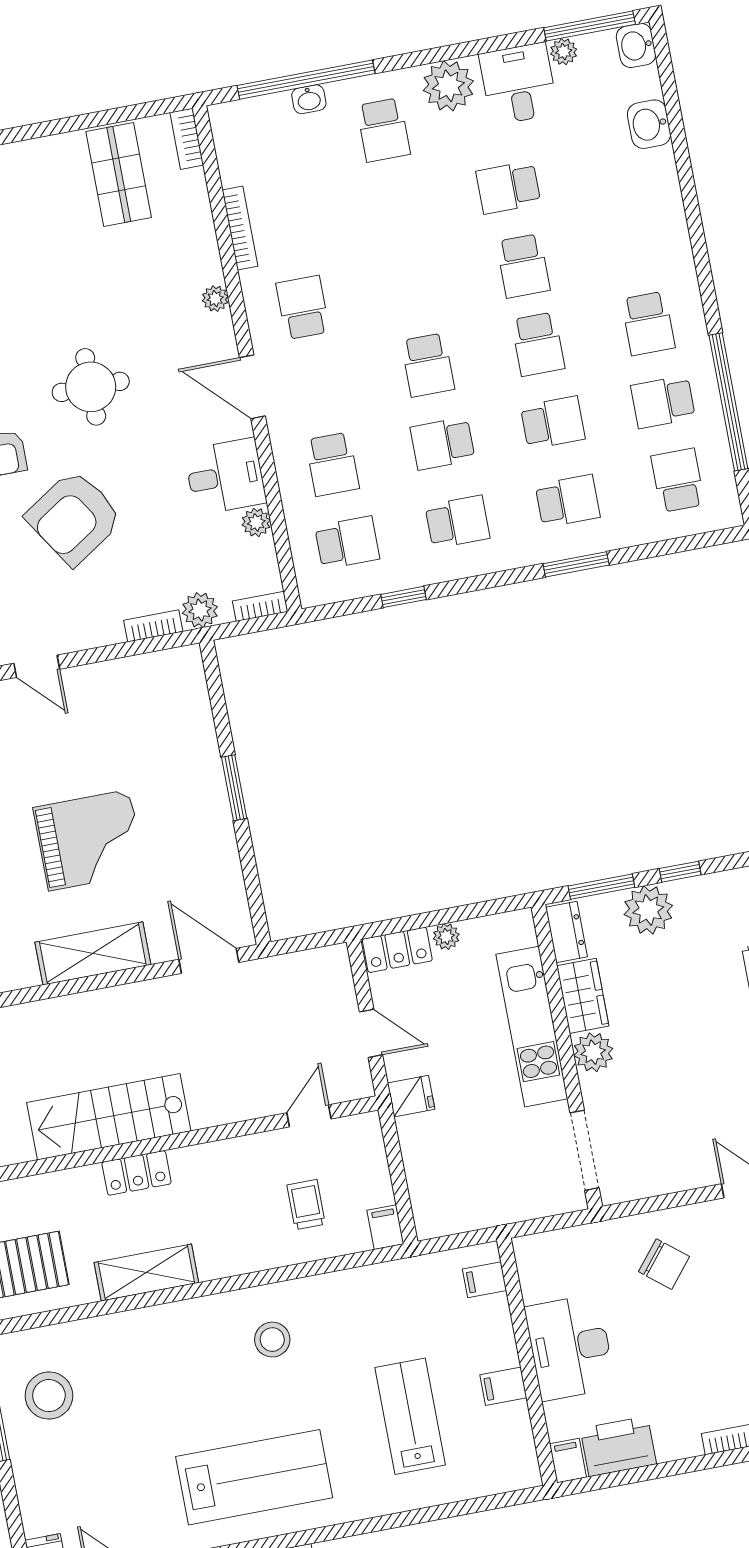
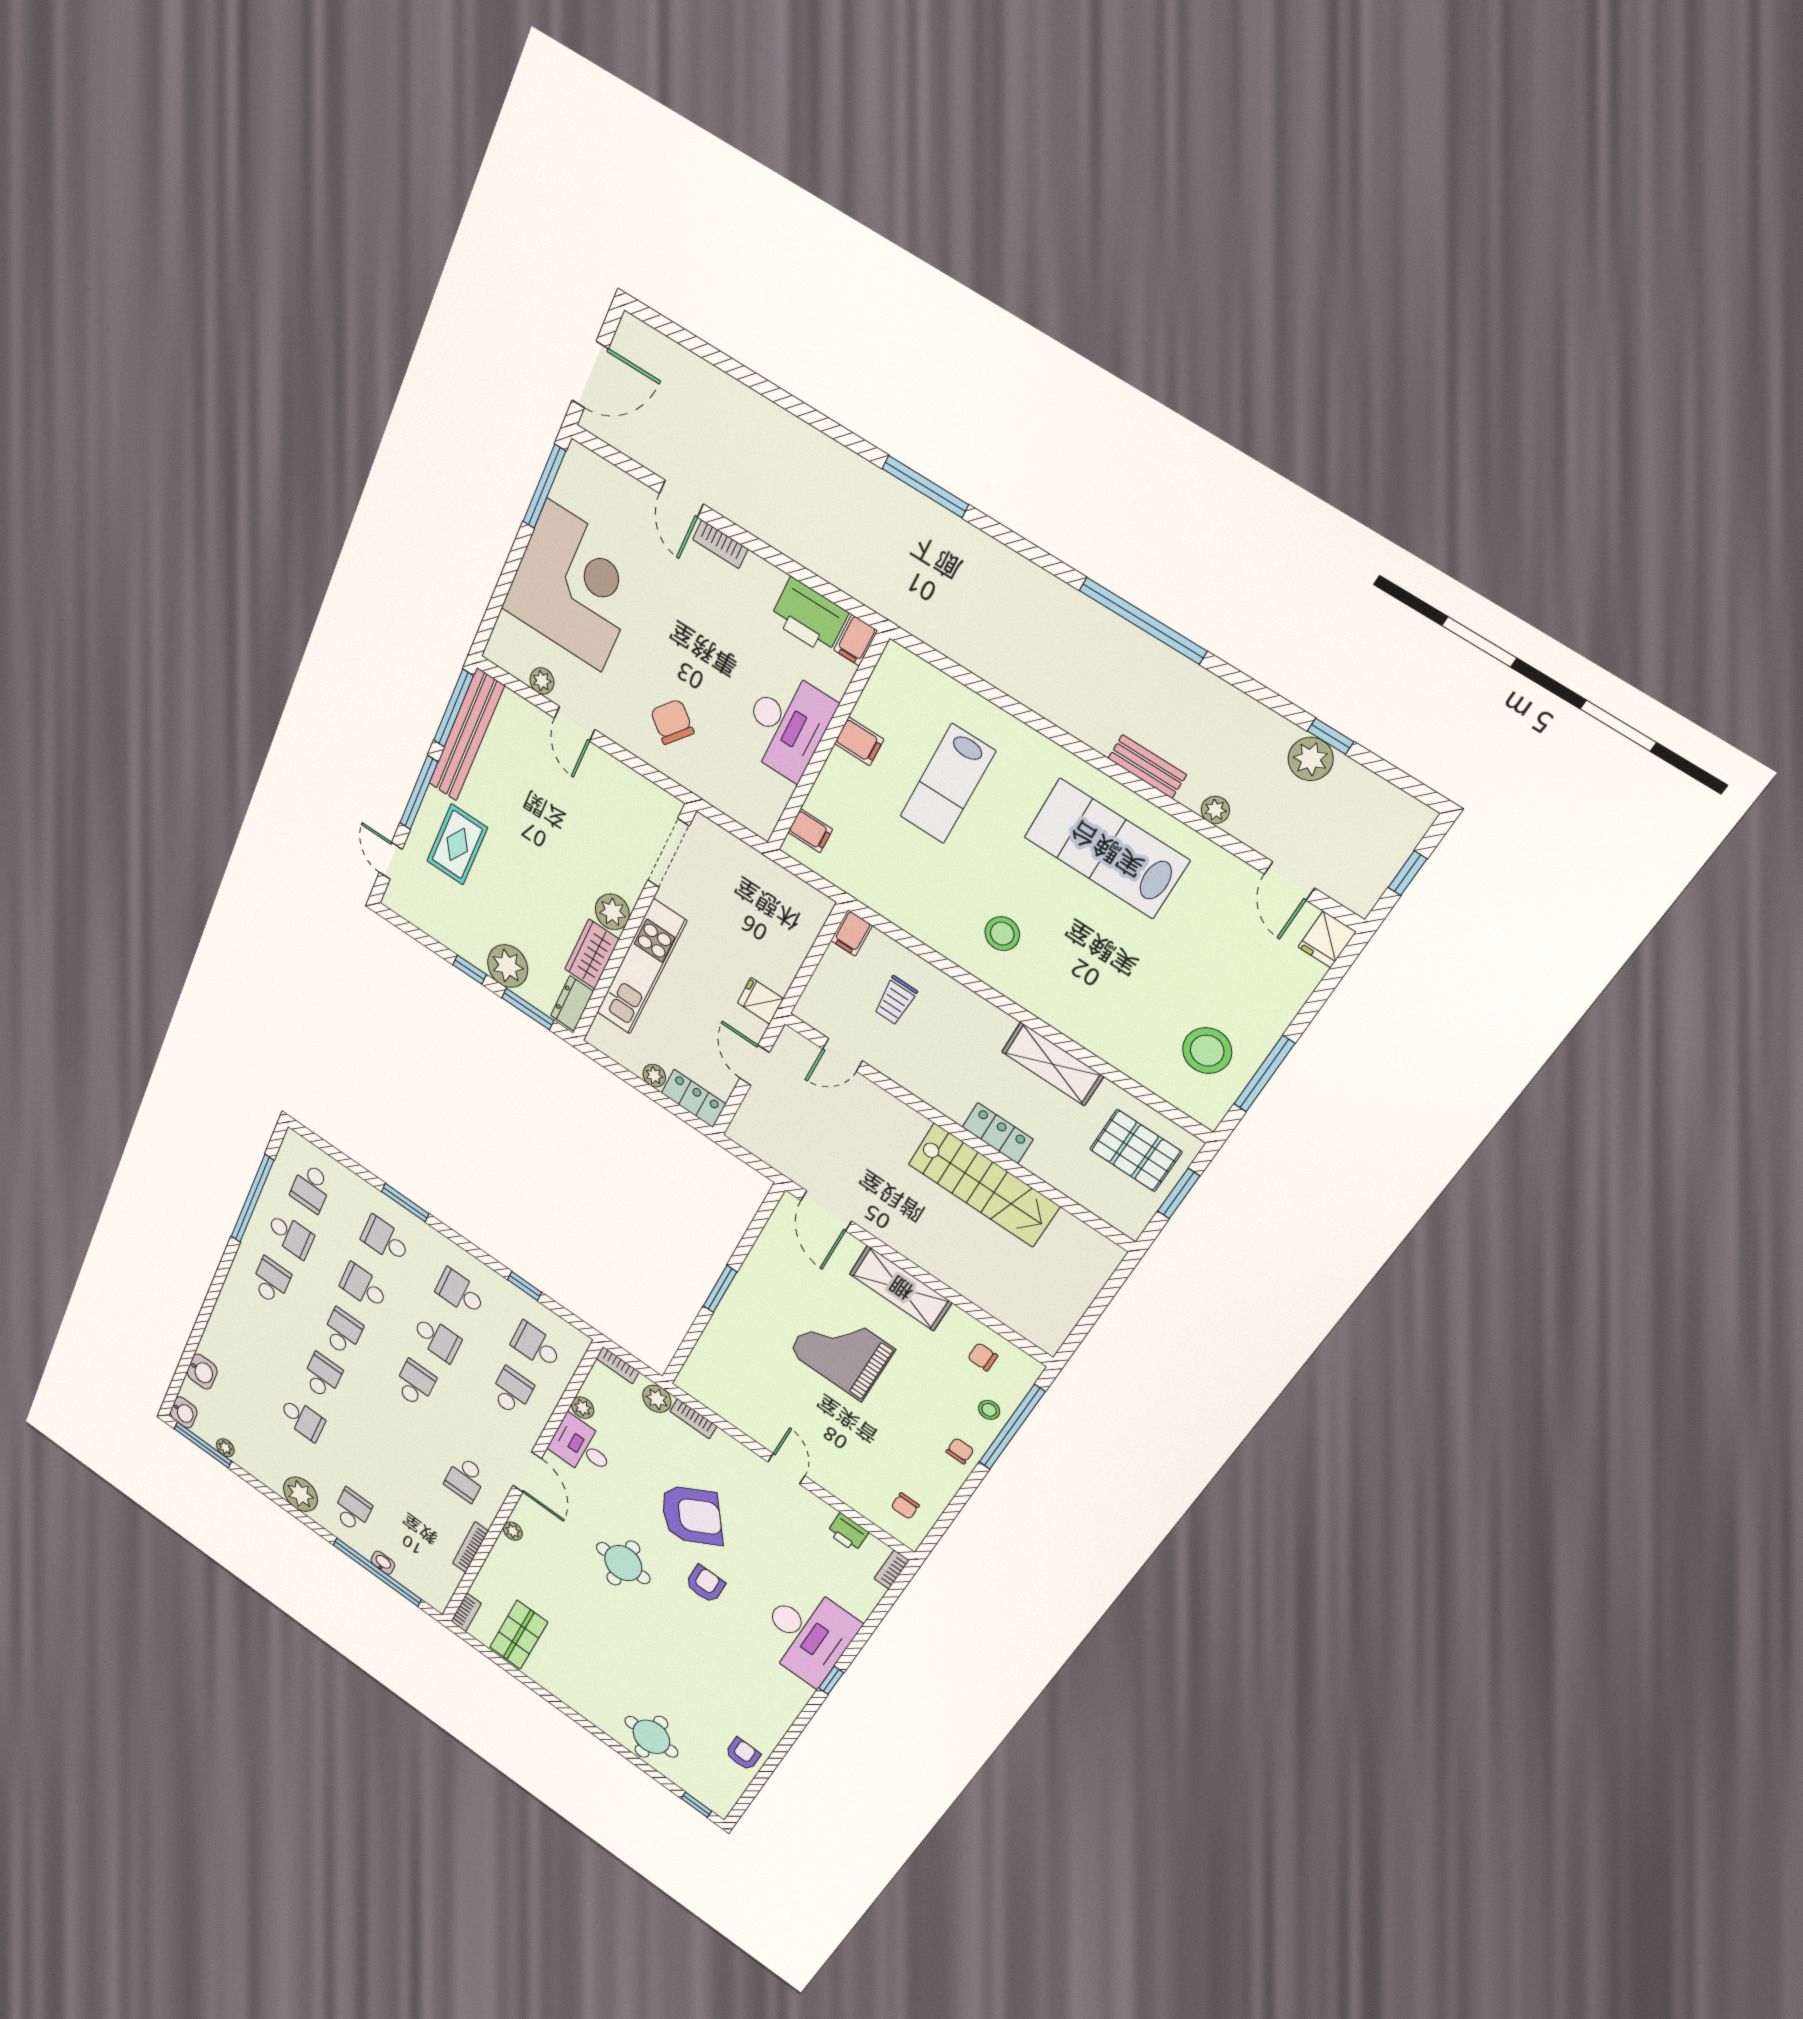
desk: (518, 84) -> (261, 1458), removed

